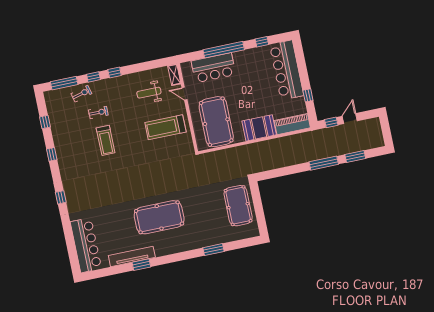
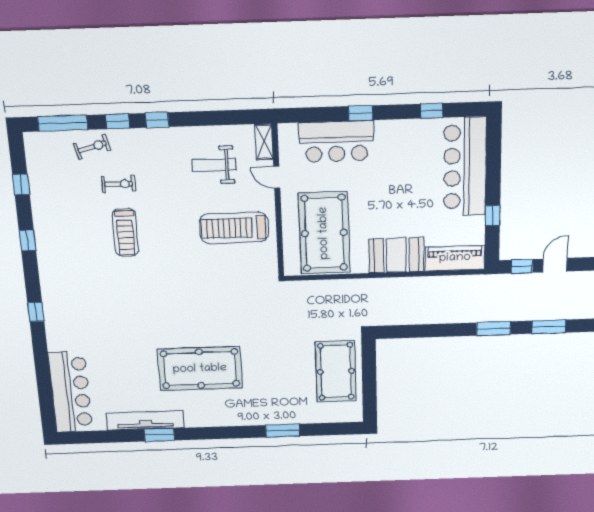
window: (224, 50) -> (361, 113), width x0.32
window: (324, 163) -> (494, 328), width x0.69

